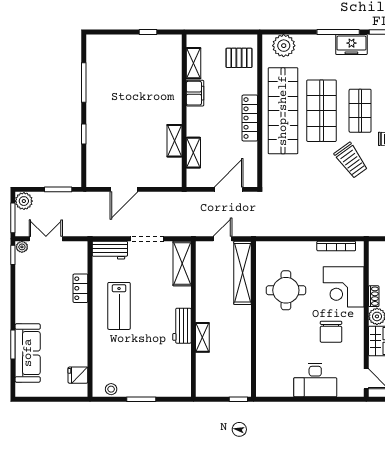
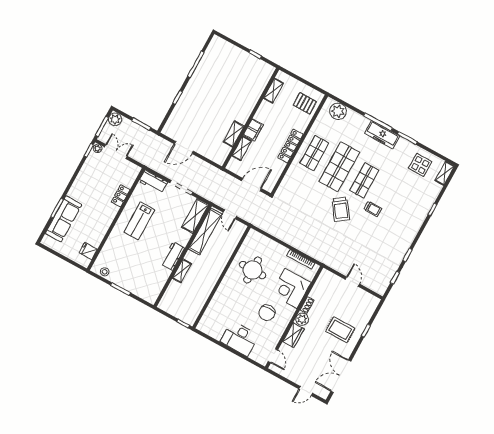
freezer: (351, 45) -> (382, 135), width x1.40
filing cabinet: (195, 93) -> (253, 130), moved
shop shelf: (283, 111) -> (314, 153), width x0.50, depth x0.74
door: (222, 239) -> (230, 214), swing flipped
shelving: (243, 273) -> (205, 232), moved

